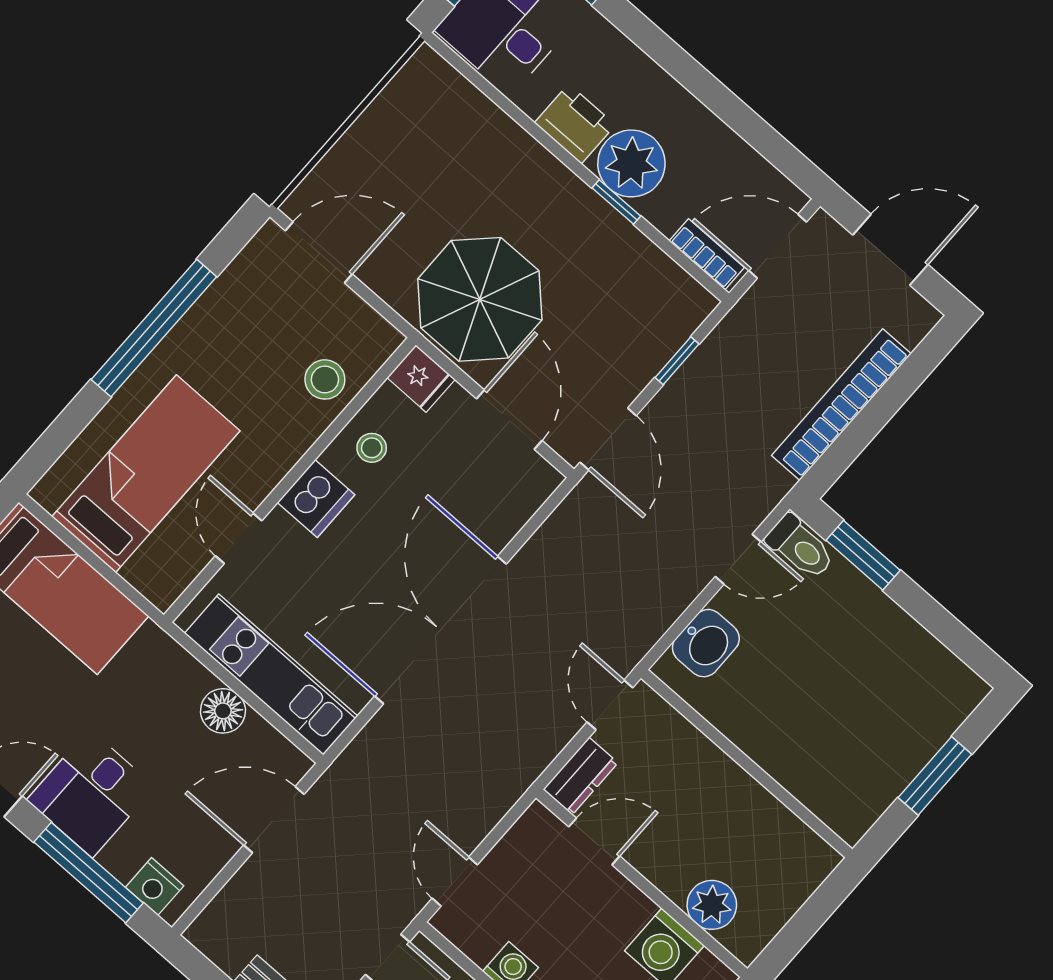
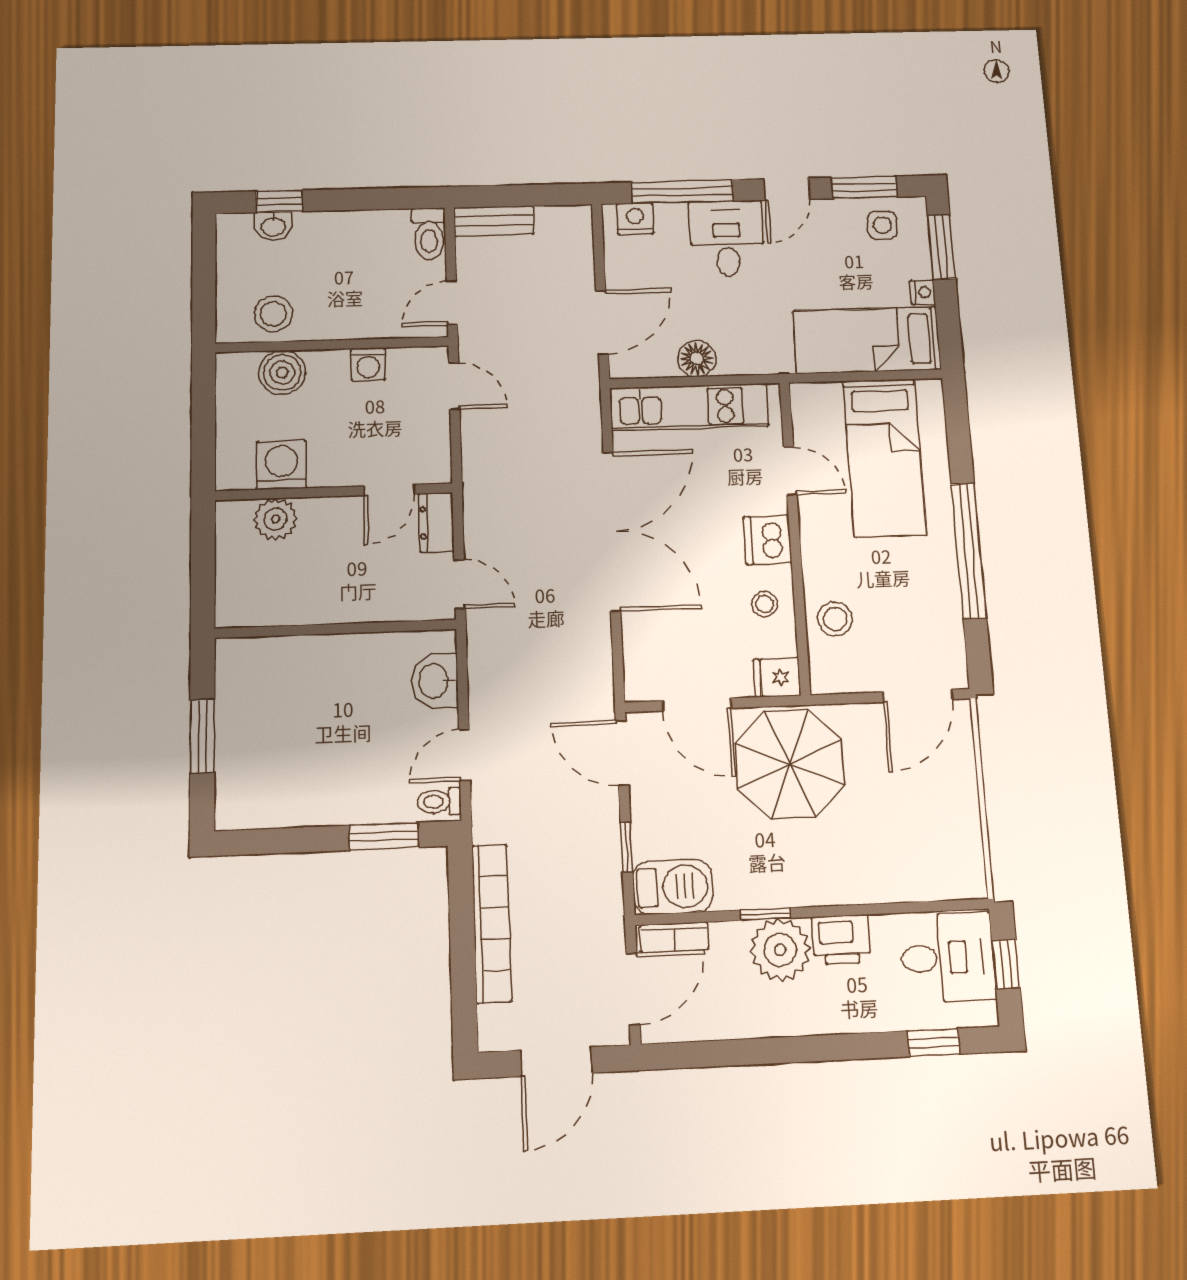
barbecue: (670, 294) -> (673, 887), added
toilet: (800, 547) -> (439, 802), width x0.73, depth x0.72

